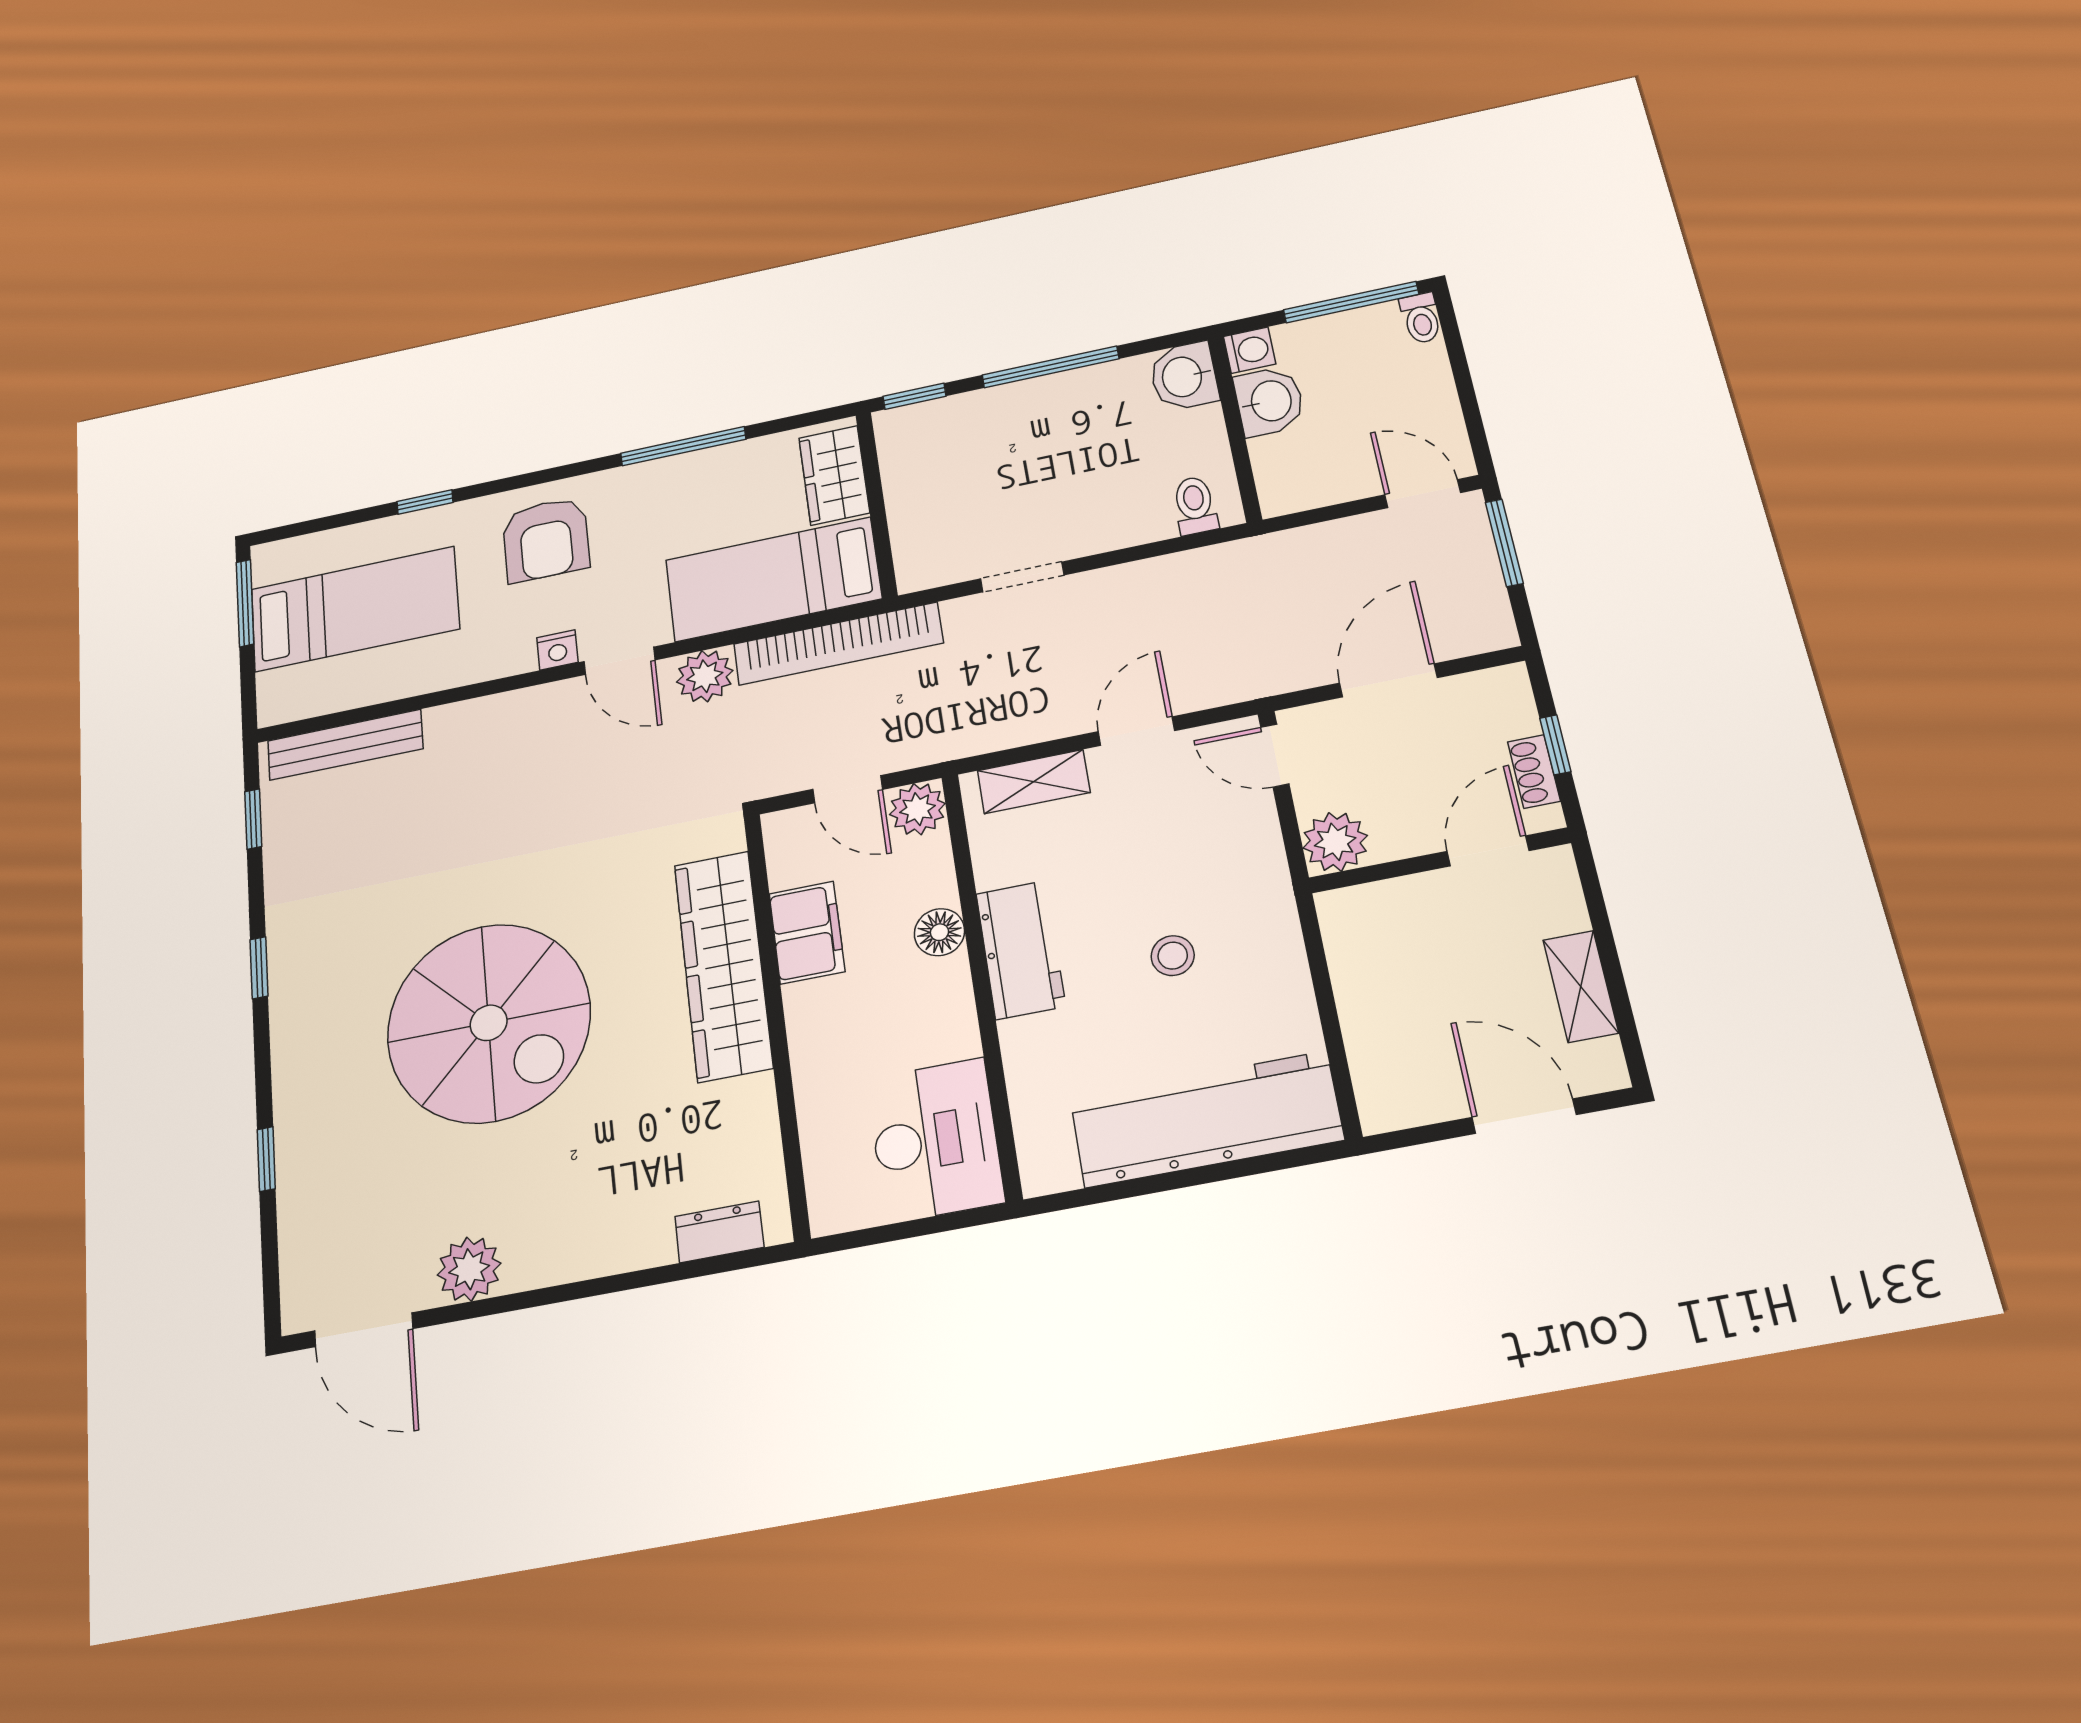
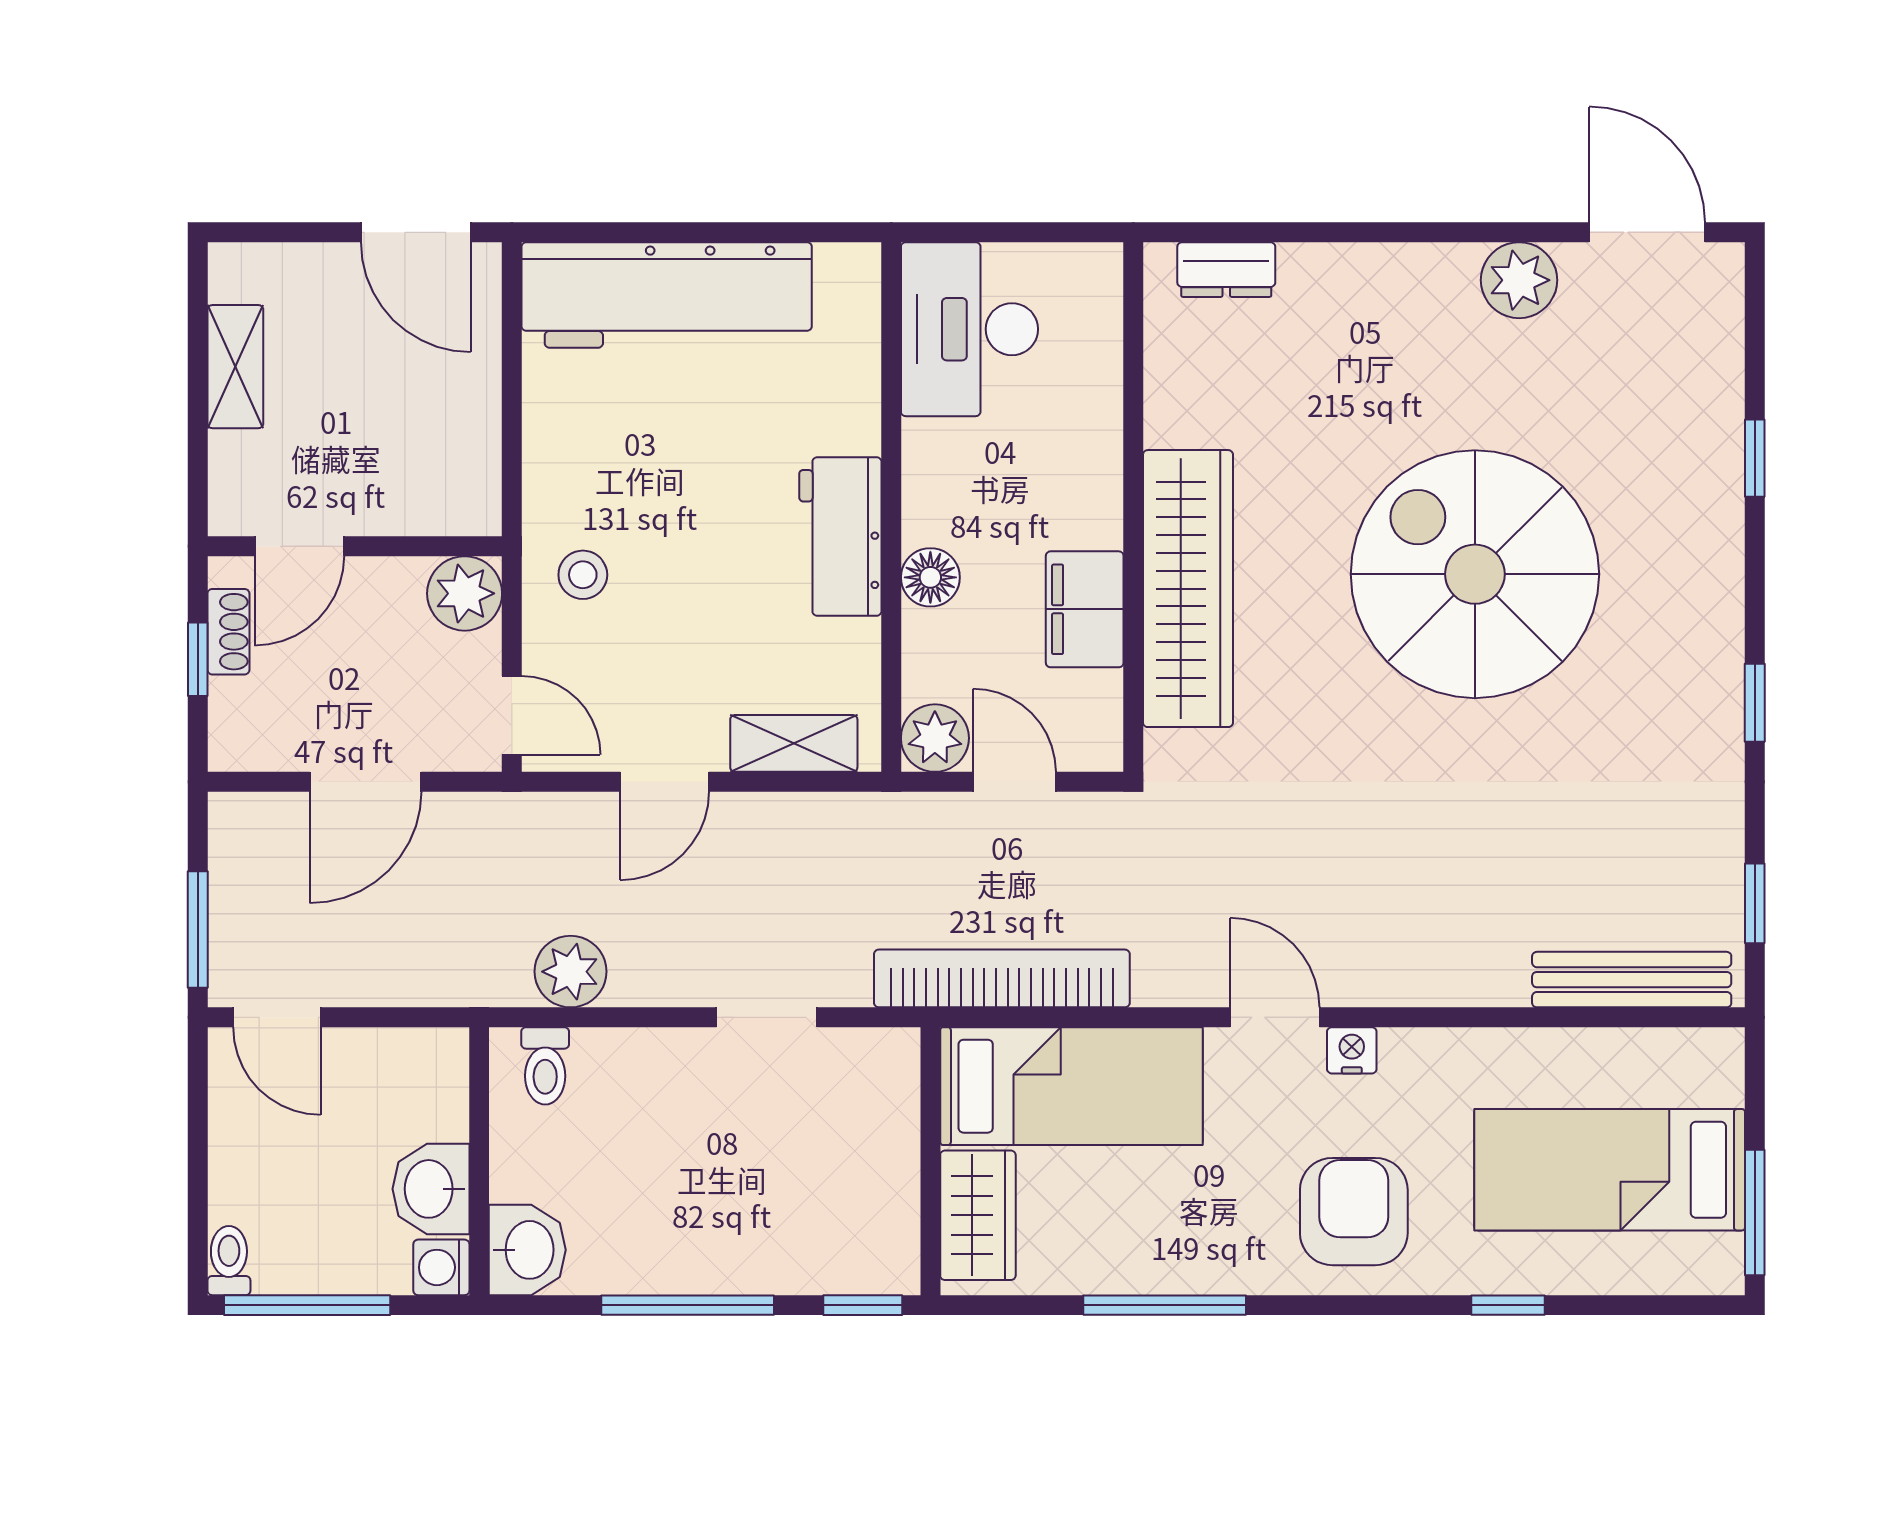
plant: (705, 676) -> (571, 972), moved
stool: (1173, 956) -> (583, 575), moved
door: (1524, 1116) -> (416, 232), moved

